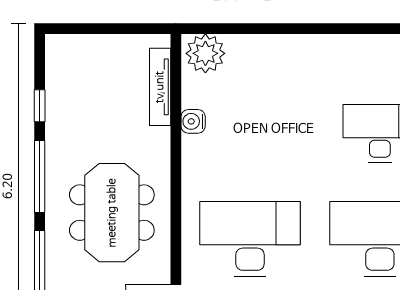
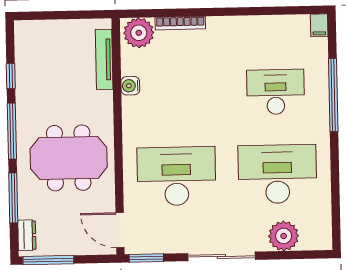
bookcase: (259, 42) -> (180, 23), added
meeting table: (112, 213) -> (69, 158), turned 90

